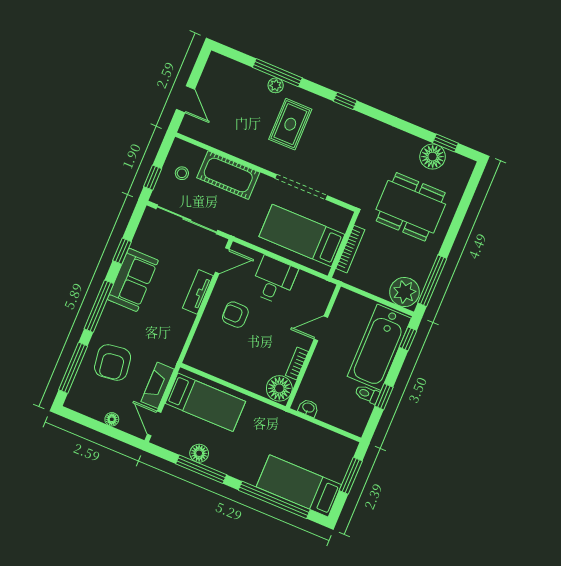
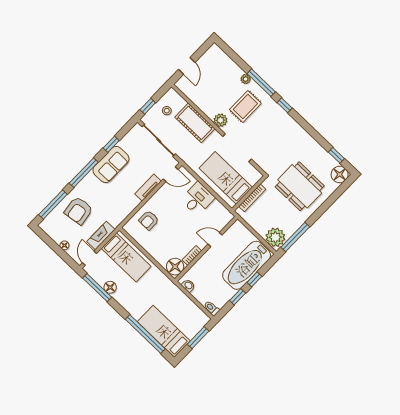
window: (277, 73) -> (261, 83), moved
plant: (263, 157) -> (220, 120), added
floor lamp: (433, 157) -> (340, 174), moved
armchair: (235, 315) -> (149, 220), moved, turned -90
window: (408, 339) -> (254, 279), moved
toilet: (367, 394) -> (211, 308), moved
window: (201, 469) -> (97, 288), moved

